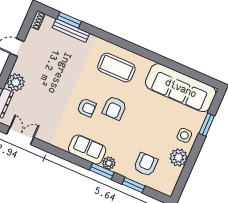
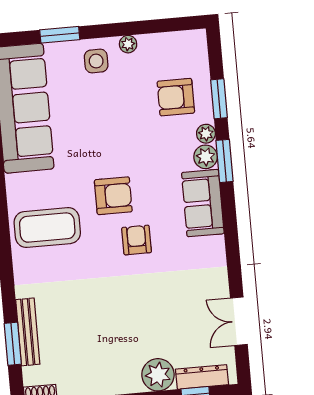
coffee table: (116, 68) -> (47, 228), turned 90
plant: (179, 157) -> (128, 44), width x0.53, depth x0.53
plant: (120, 169) -> (206, 134), added

